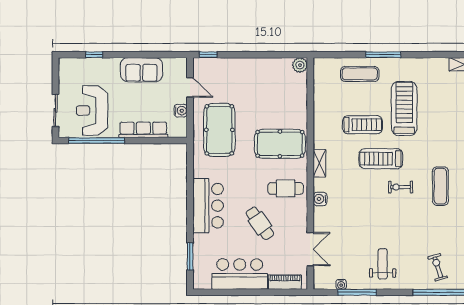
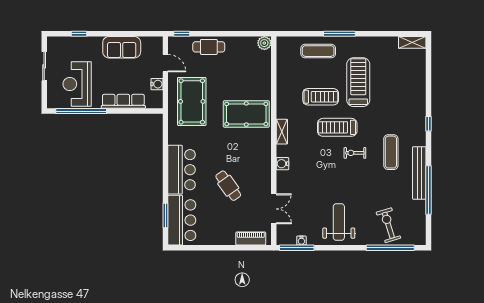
sliding door: (56, 110) -> (44, 66), moved
cafe table: (286, 188) -> (209, 47), moved
weight bench: (383, 264) -> (339, 222), width x1.36, depth x1.33
exercise bike: (438, 267) -> (388, 225), width x1.38, depth x1.39
bar counter: (240, 274) -> (182, 220), moved, turned 90
window: (357, 292) -> (297, 248), moved

